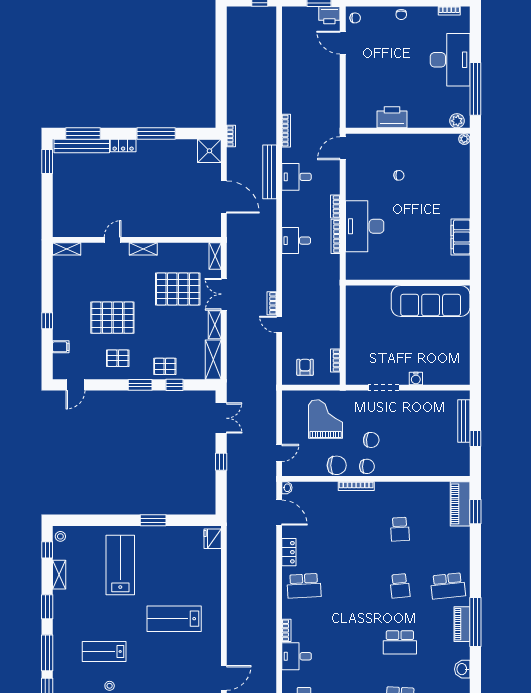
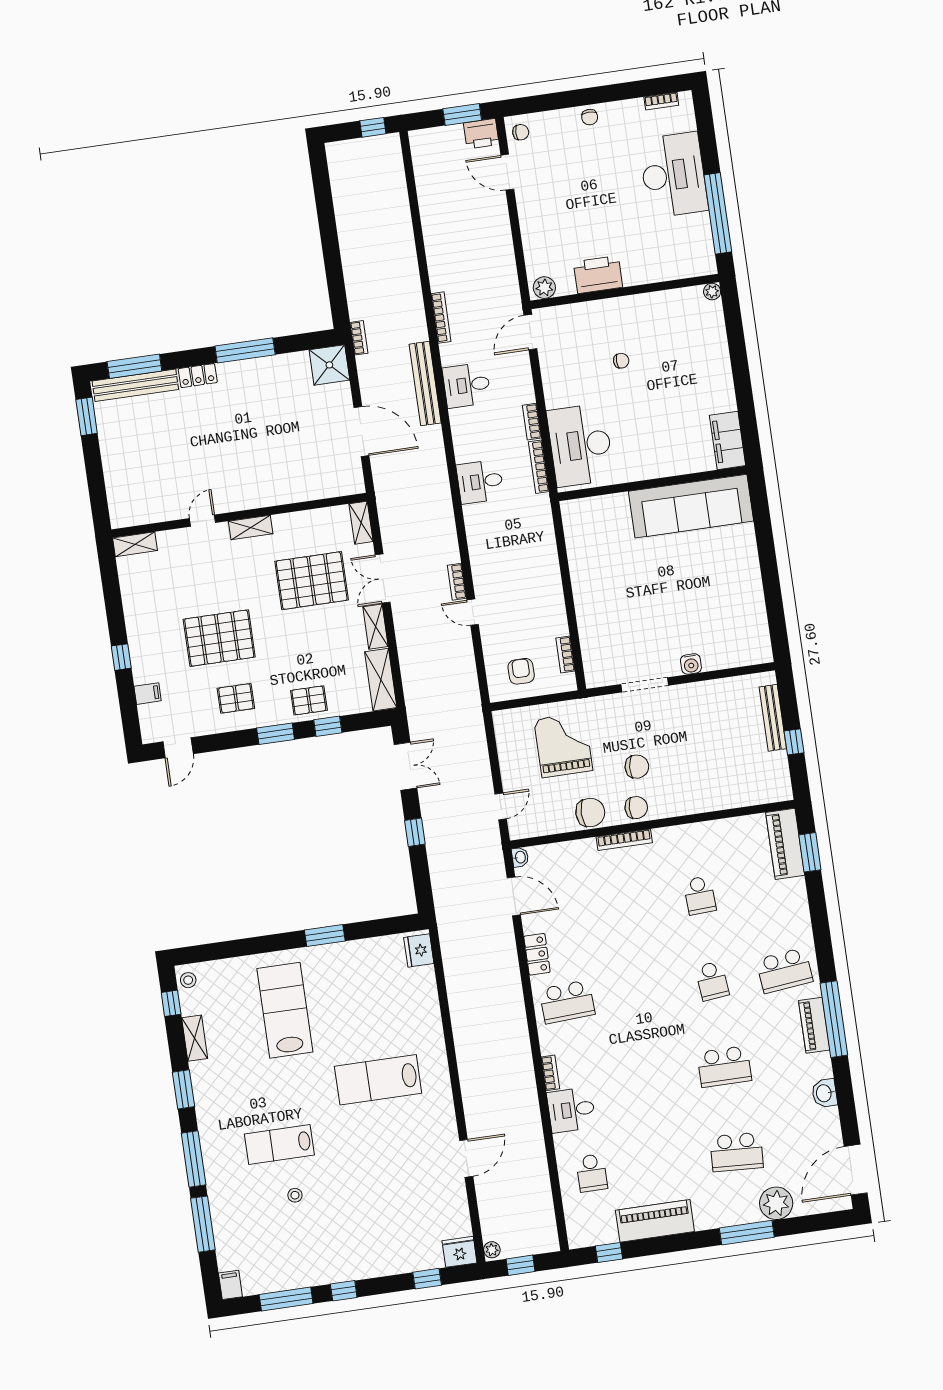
plant: (457, 121) -> (544, 288), moved
wall: (408, 283) -> (652, 483), moved
sofa: (431, 301) -> (691, 506), moved

